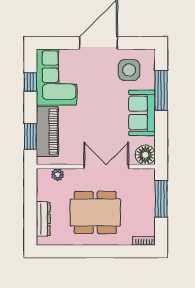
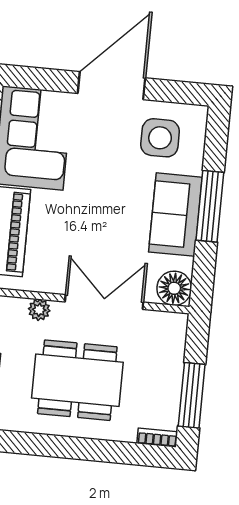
window: (161, 90) -> (210, 206), moved
plant: (58, 175) -> (39, 310), moved
window: (161, 199) -> (192, 395), moved

